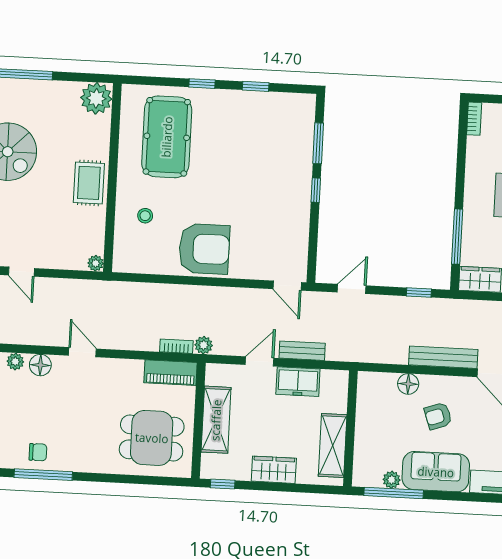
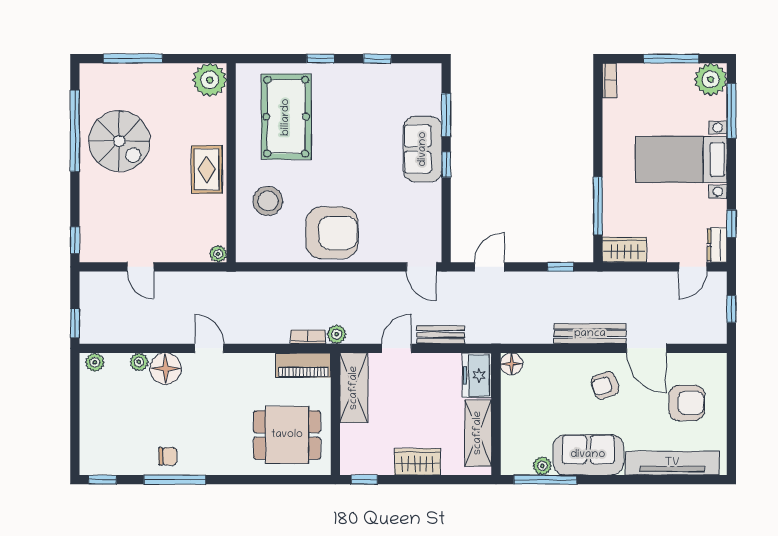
sofa: (294, 174) -> (423, 149), added
stool: (145, 216) -> (268, 201), width x1.89, depth x1.89
floor lamp: (40, 365) -> (166, 369), width x1.38, depth x1.38
freezer: (298, 382) -> (477, 375), moved, turned 90
floor lamp: (408, 384) -> (512, 364), moved
armchair: (438, 416) -> (605, 385), moved
shelving: (216, 420) -> (354, 388), moved

